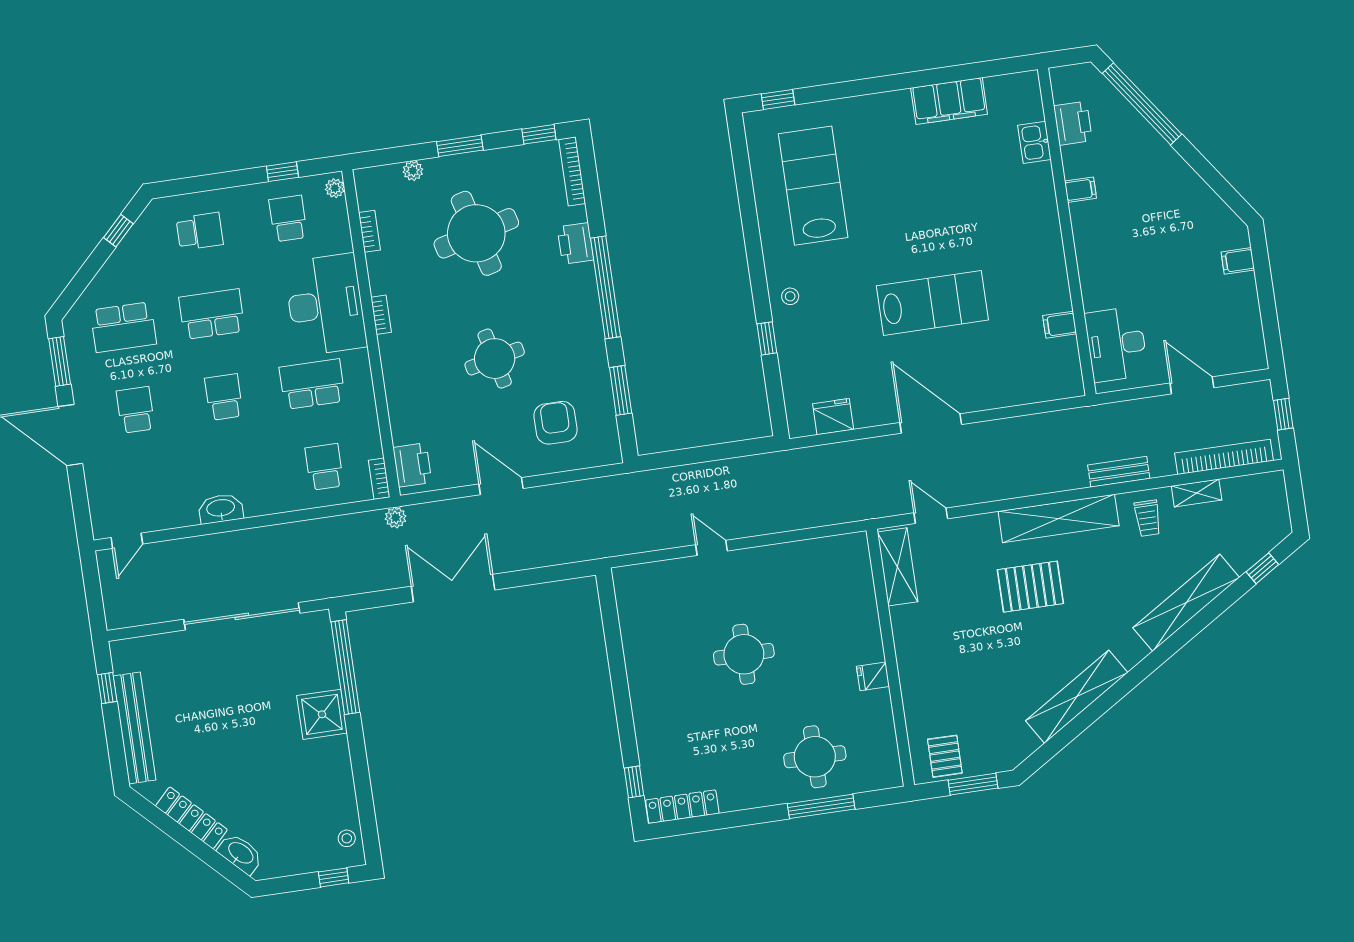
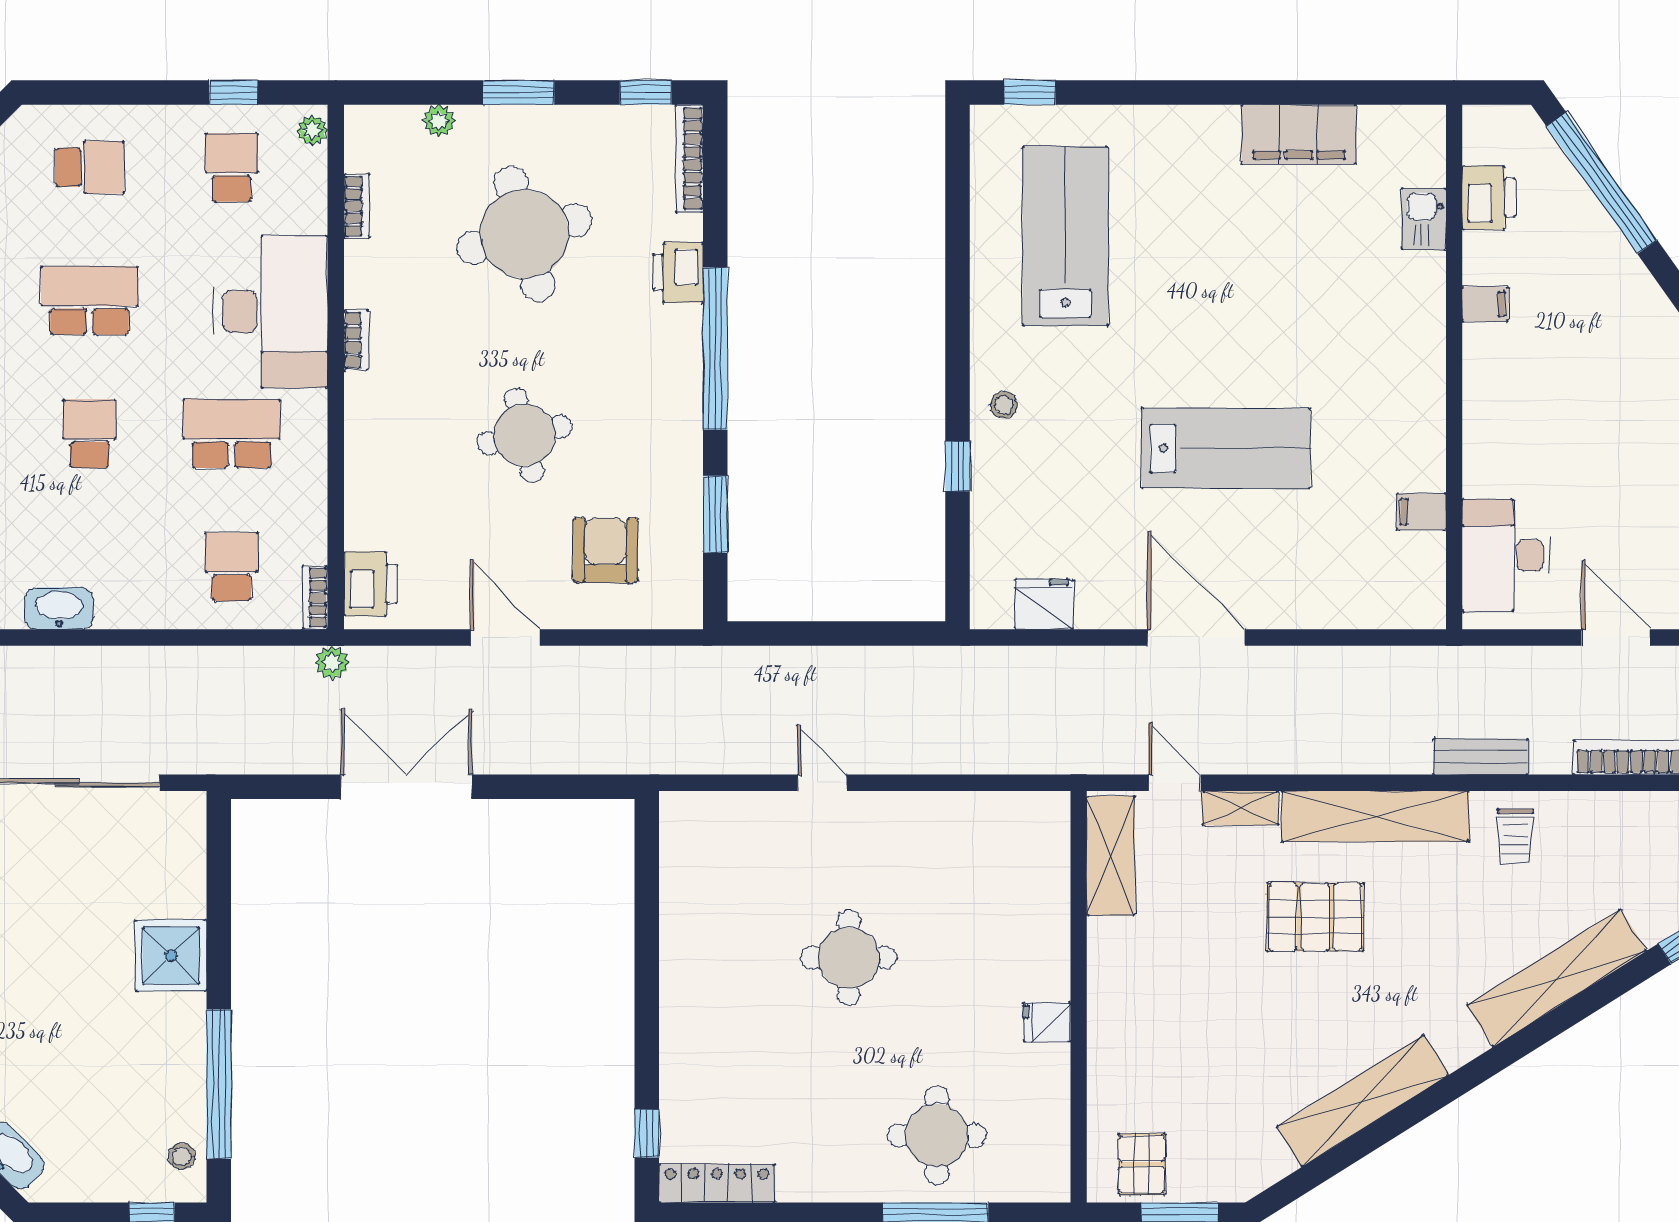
shelving: (1197, 493) -> (1241, 808), moved
window: (345, 667) -> (219, 1084), moved

